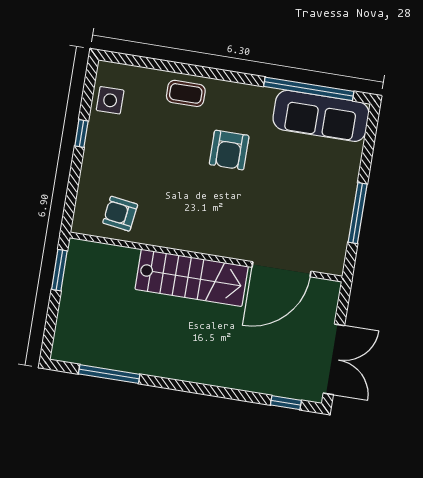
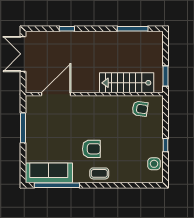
coffee table: (186, 93) -> (99, 173), moved
armchair: (229, 150) -> (91, 149), turned 90
stairs: (192, 278) -> (127, 83), moved
window: (286, 403) -> (67, 29), moved

